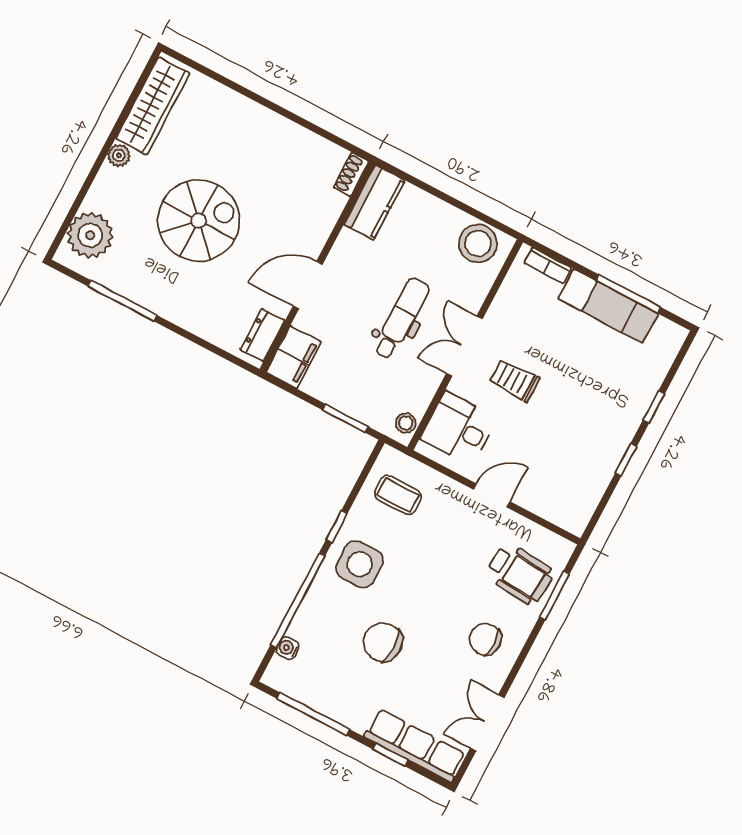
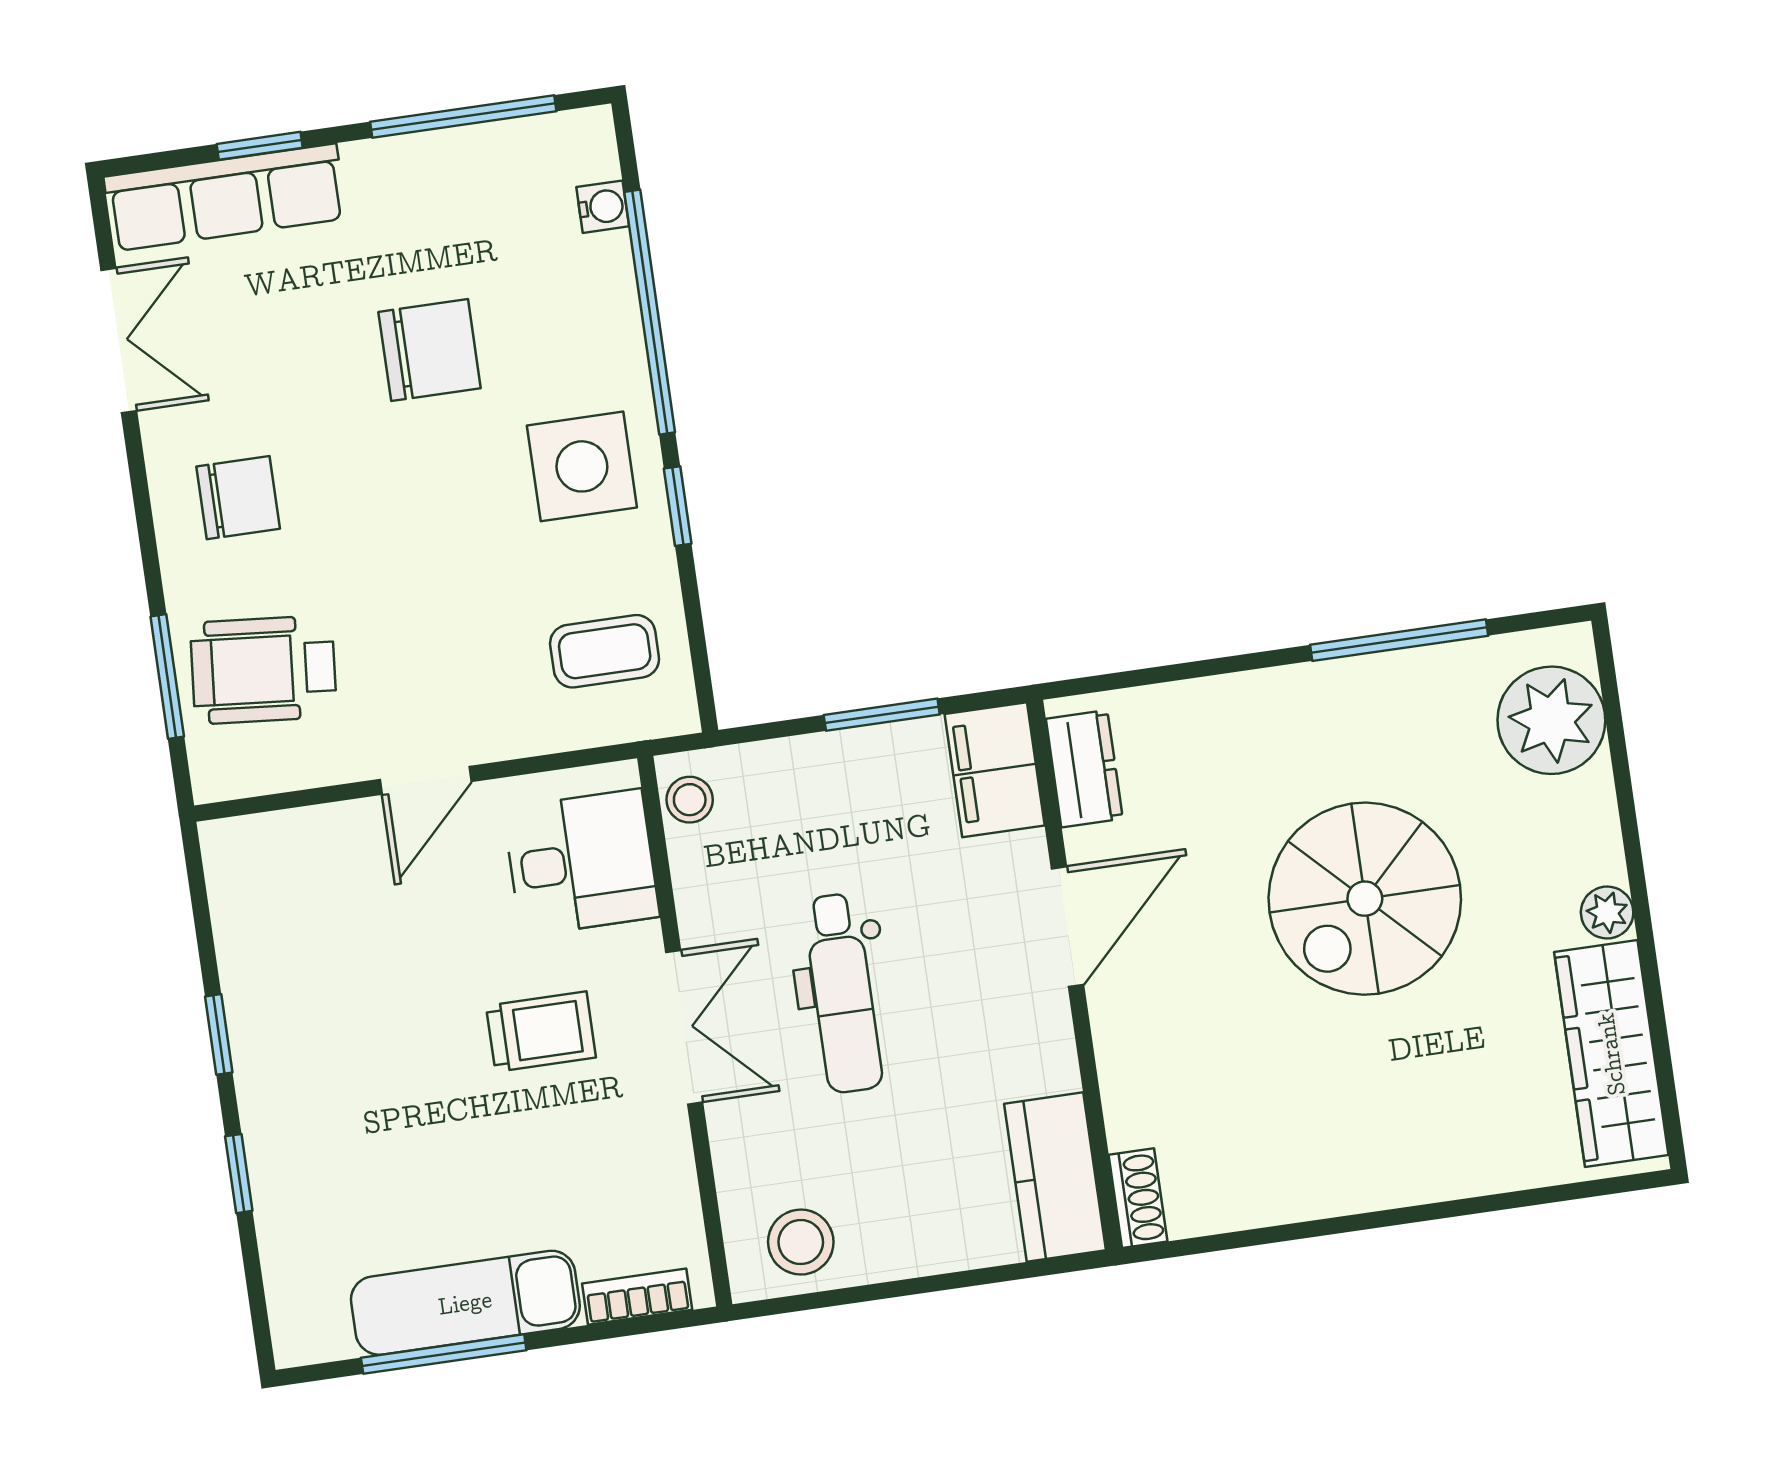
stool: (478, 243) -> (801, 1242), width x0.73, depth x0.73
window: (345, 418) -> (882, 715), moved

